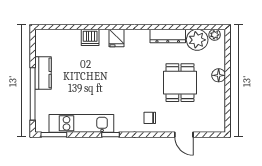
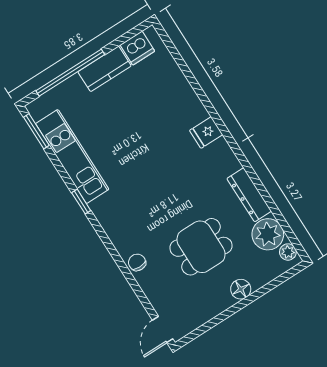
dishwasher: (90, 37) -> (137, 48), moved, turned -90
chair: (150, 118) -> (137, 262), moved
door: (184, 135) -> (163, 330), moved

